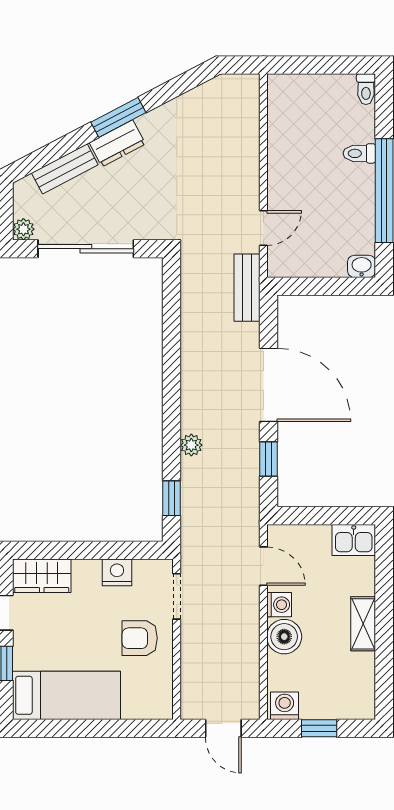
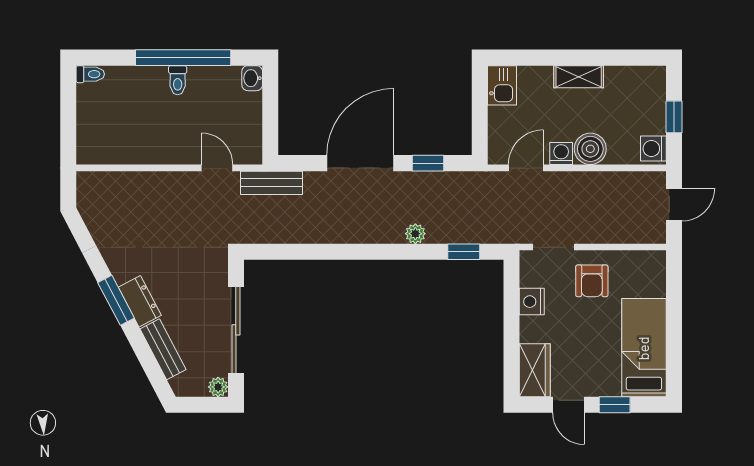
toilet: (359, 153) -> (178, 80), moved

